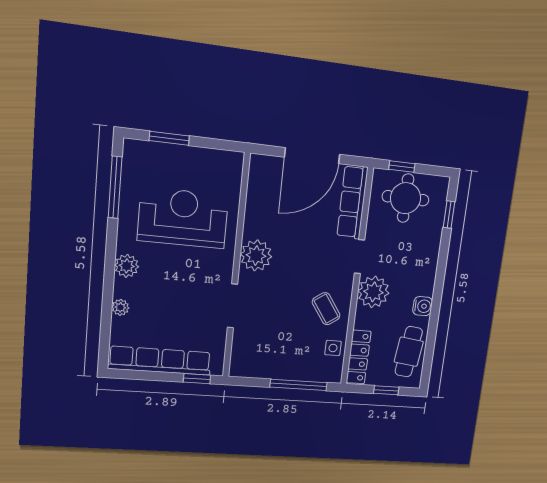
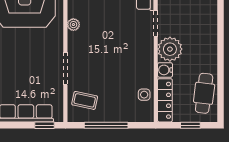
plant: (256, 255) -> (73, 25), width x0.53, depth x0.53
water cooler: (423, 306) -> (165, 70), moved, turned 180
coffee table: (326, 309) -> (85, 100), moved, turned -43
window: (299, 385) -> (106, 125), moved

